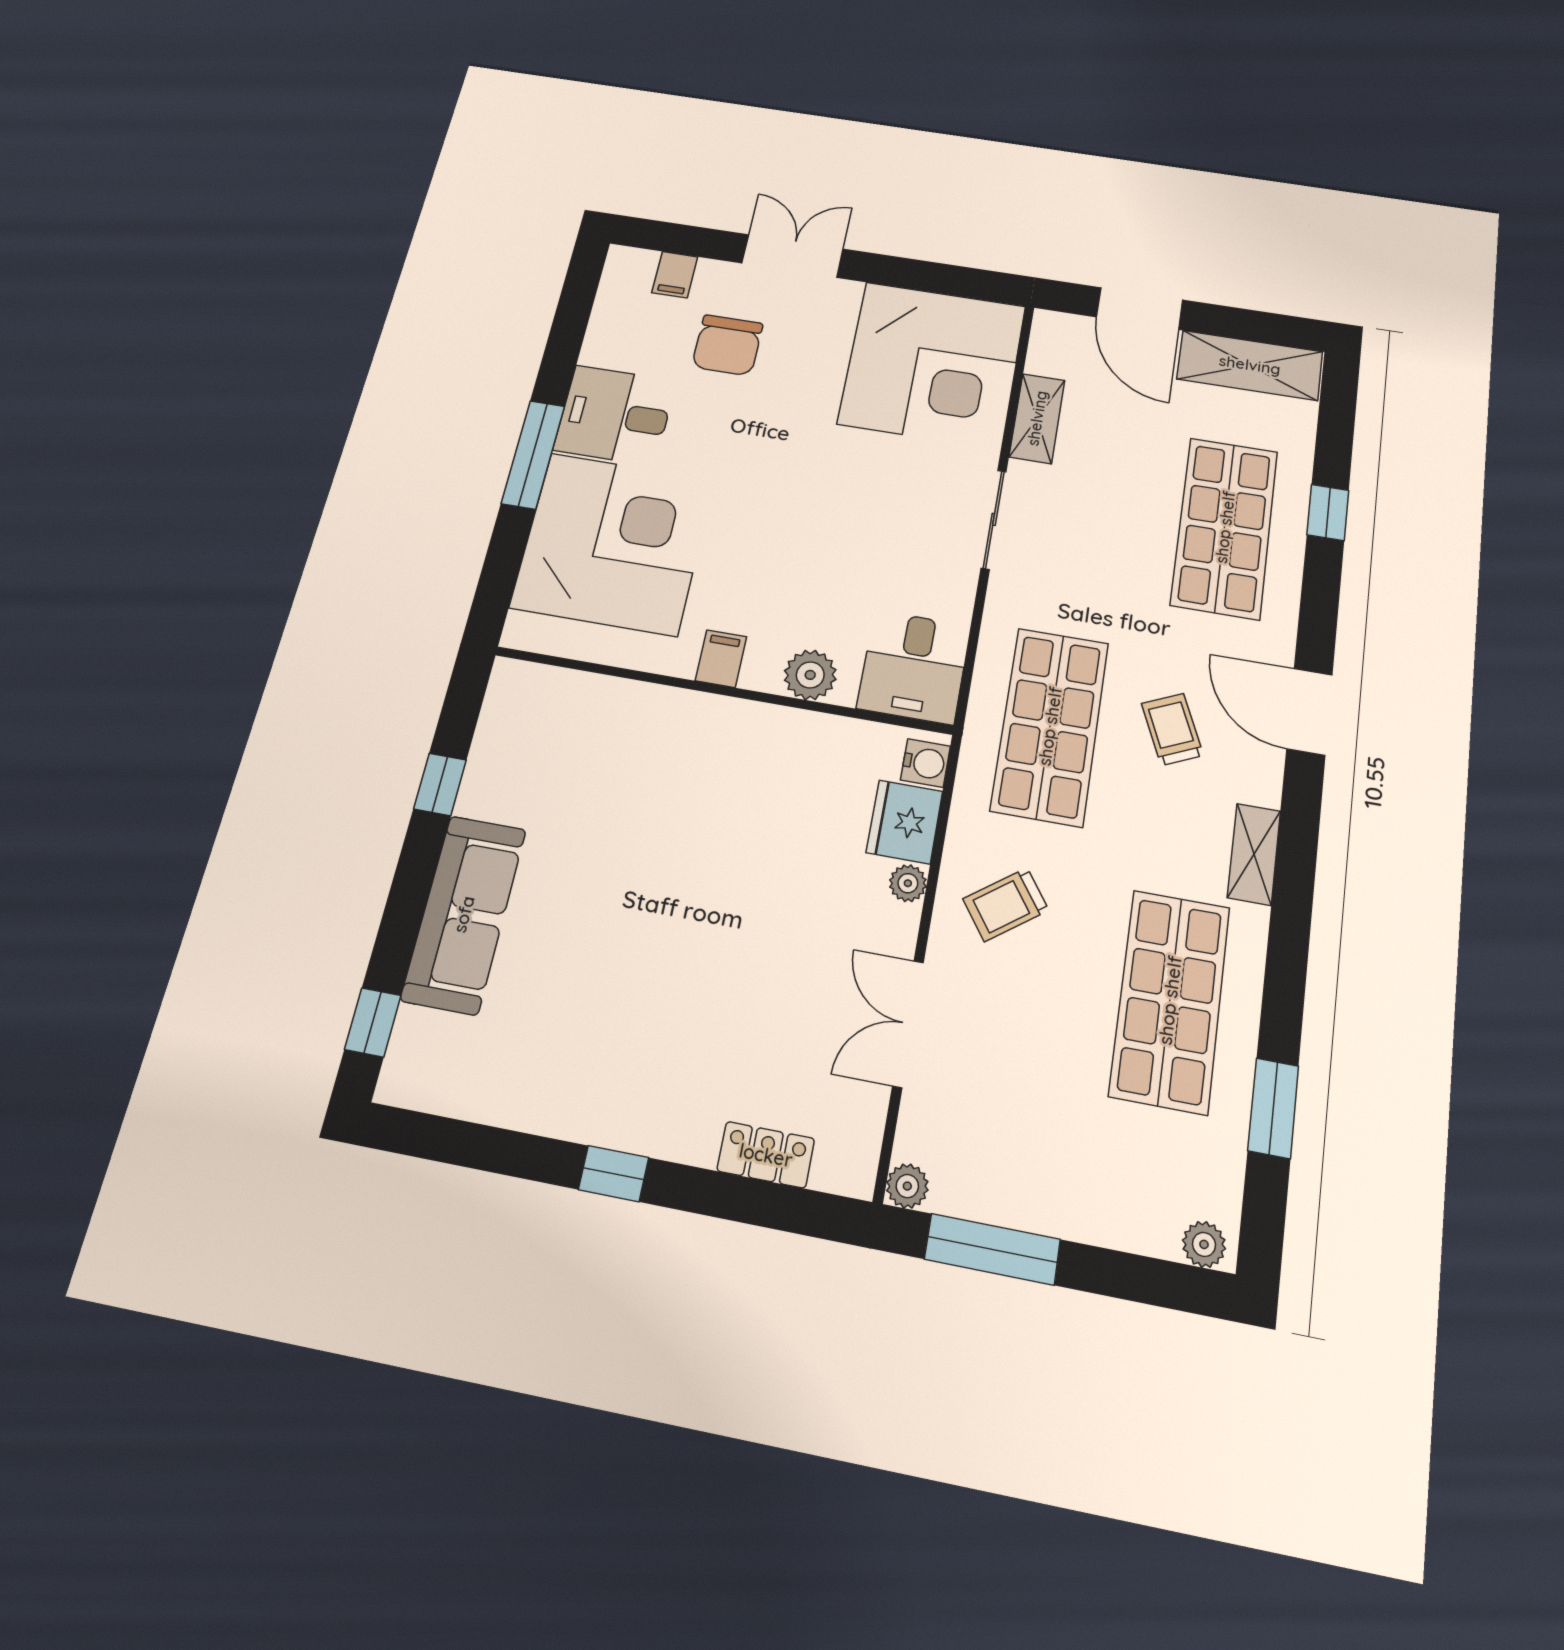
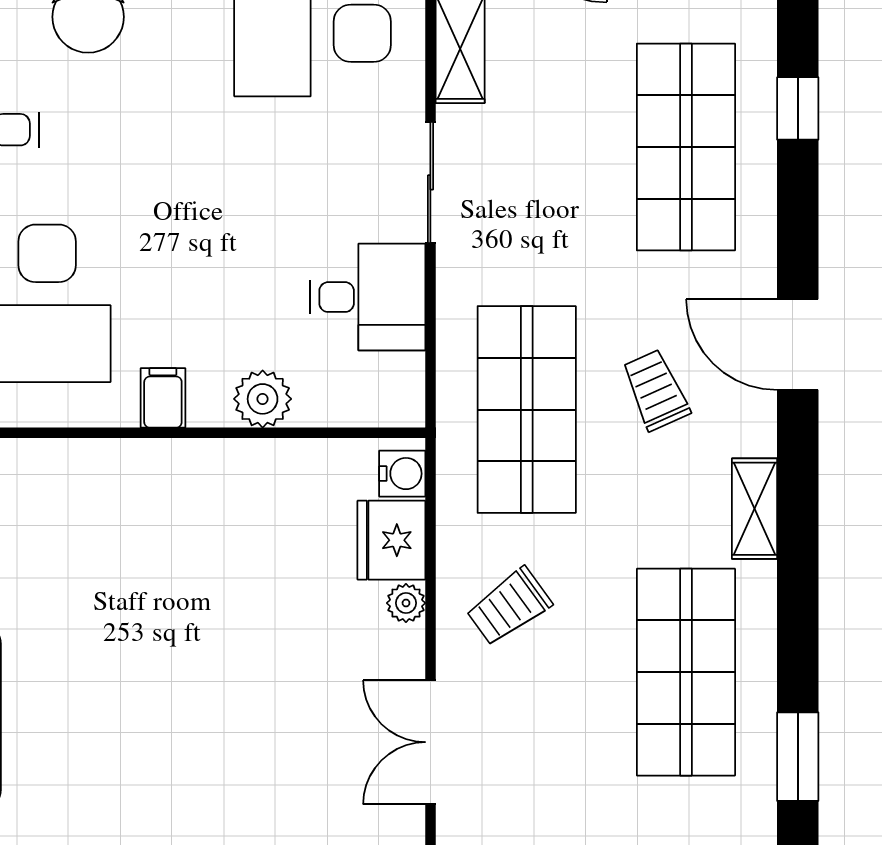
desk: (914, 667) -> (368, 297), moved, turned -90

